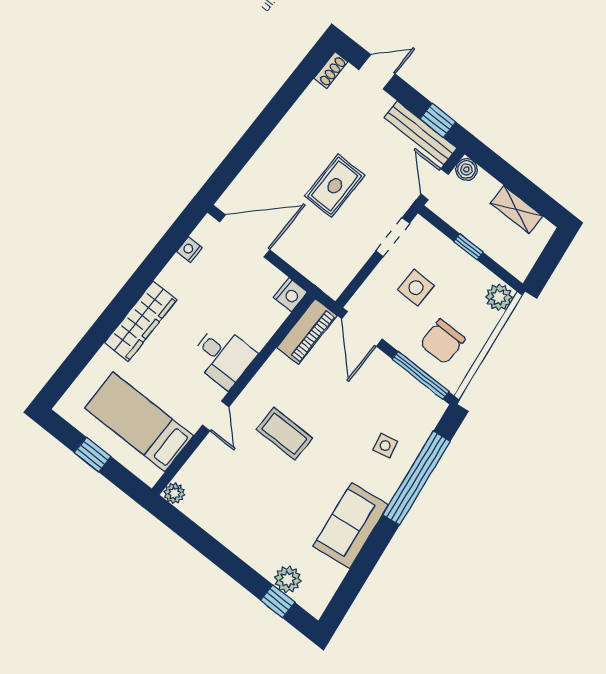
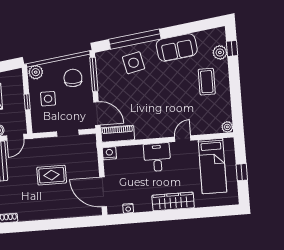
doorway: (393, 237) -> (68, 133), moved
side table: (416, 288) -> (48, 99), moved
door: (362, 329) -> (97, 114), hinge flipped
chair: (443, 342) -> (73, 78), turned -90
coffee table: (284, 434) -> (207, 82), moved
side table: (385, 446) -> (134, 63), width x1.87, depth x1.87

